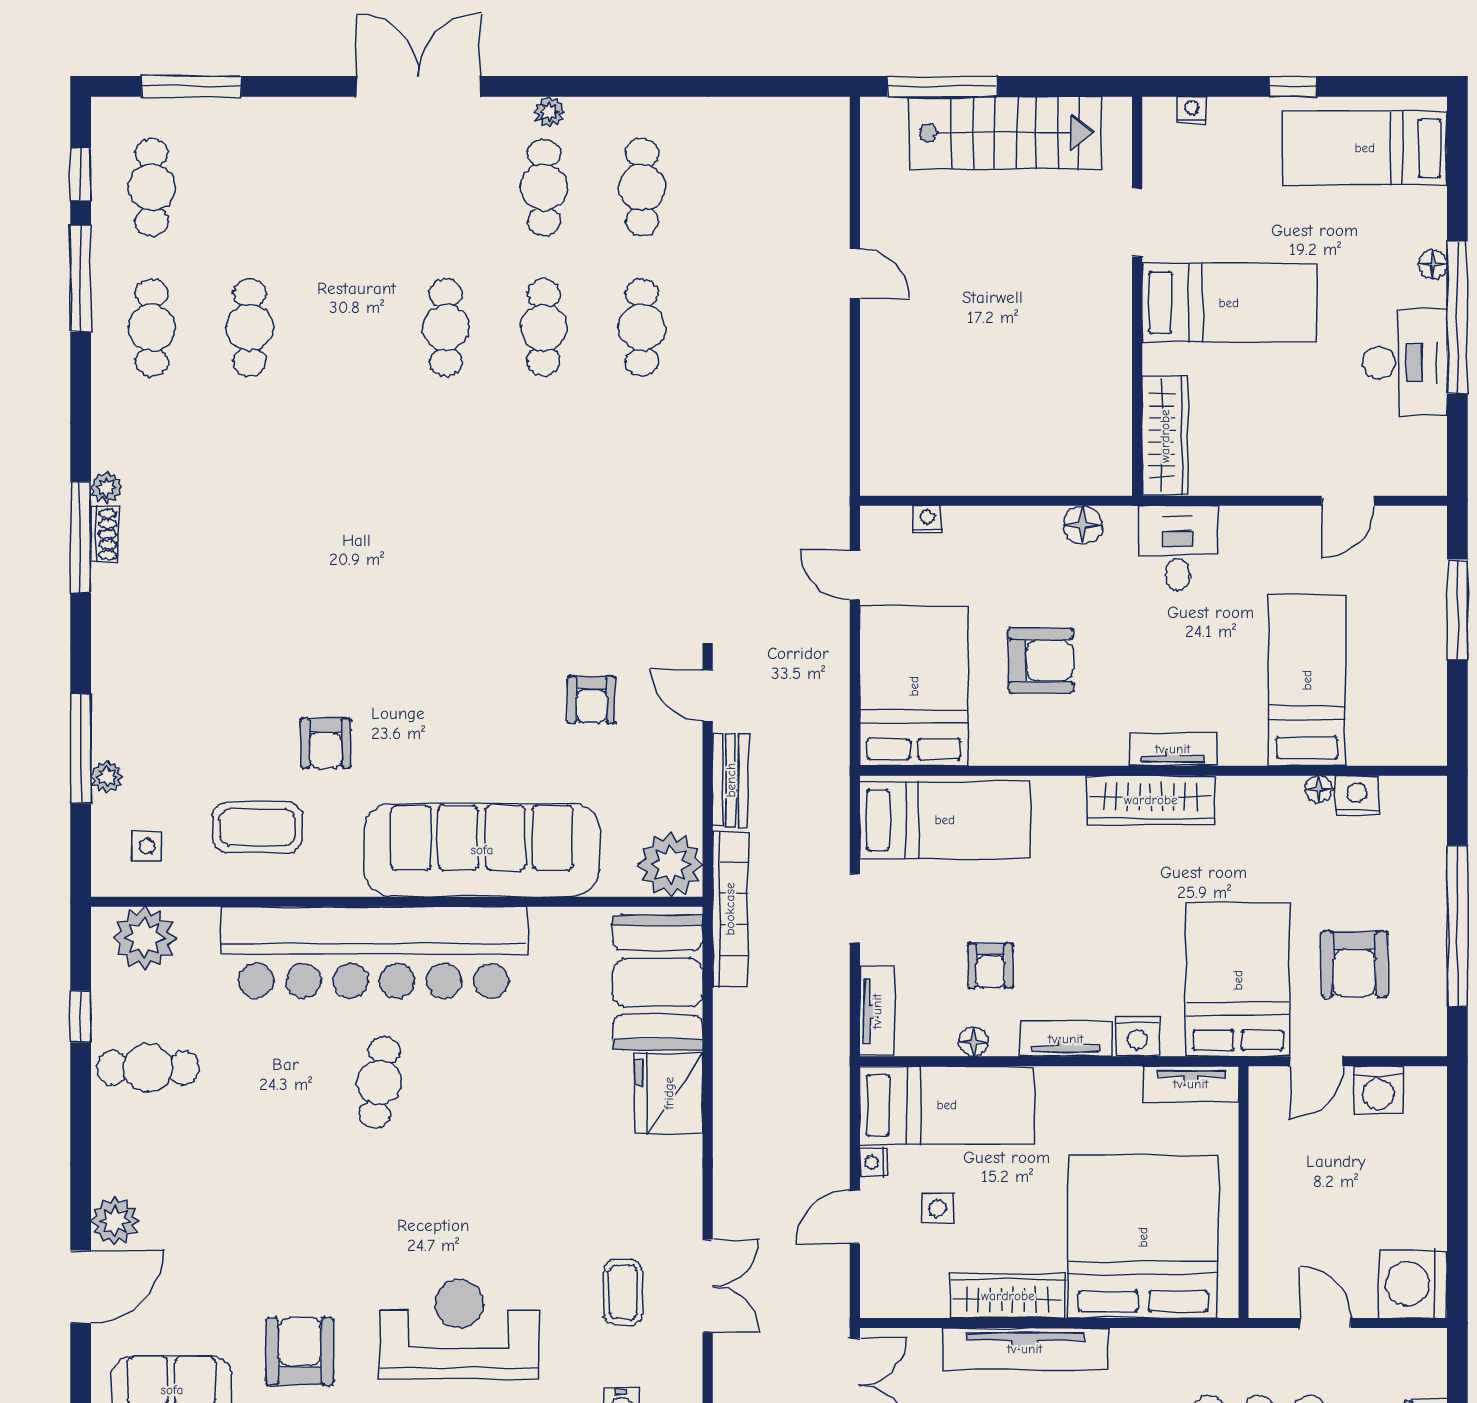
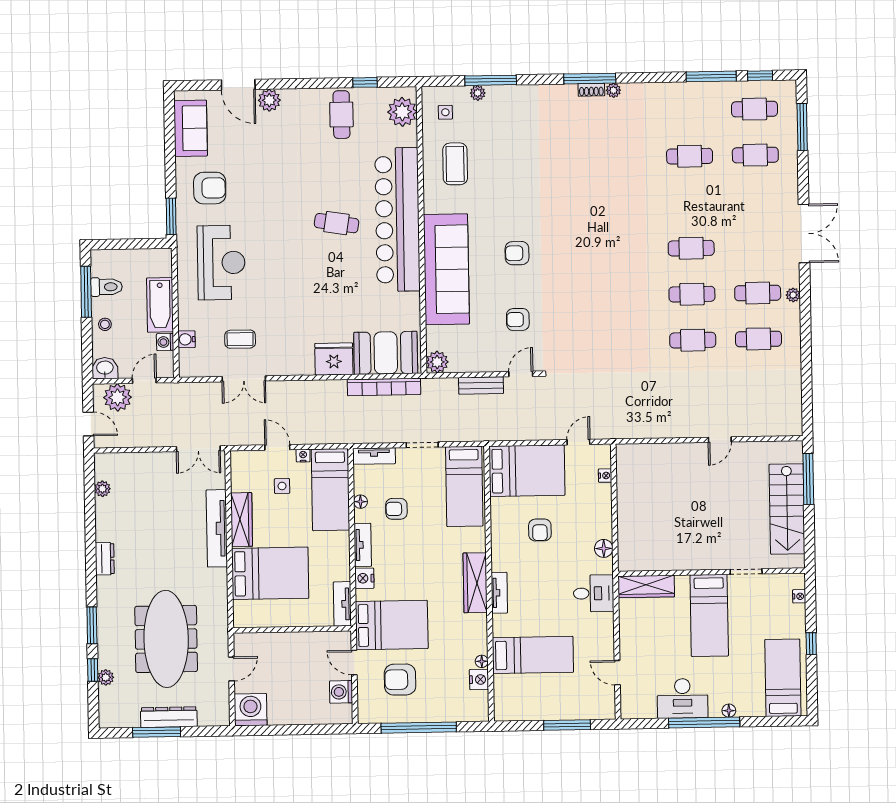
cafe table: (152, 327) -> (755, 155), moved
armchair: (1041, 660) -> (540, 530), width x0.72, depth x0.72
armchair: (326, 743) -> (517, 253), moved
plant: (670, 864) -> (437, 362), width x0.73, depth x0.73
bookcase: (730, 909) -> (384, 387), moved
bed: (1143, 1237) -> (270, 573), width x0.73

